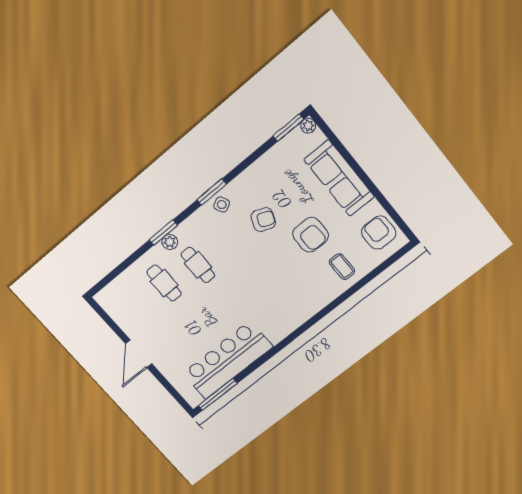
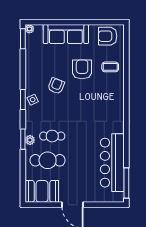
armchair: (311, 235) -> (82, 69), turned -90
cafe table: (164, 283) -> (48, 160), width x1.37, depth x1.35
booth: (122, 306) -> (42, 191), added

